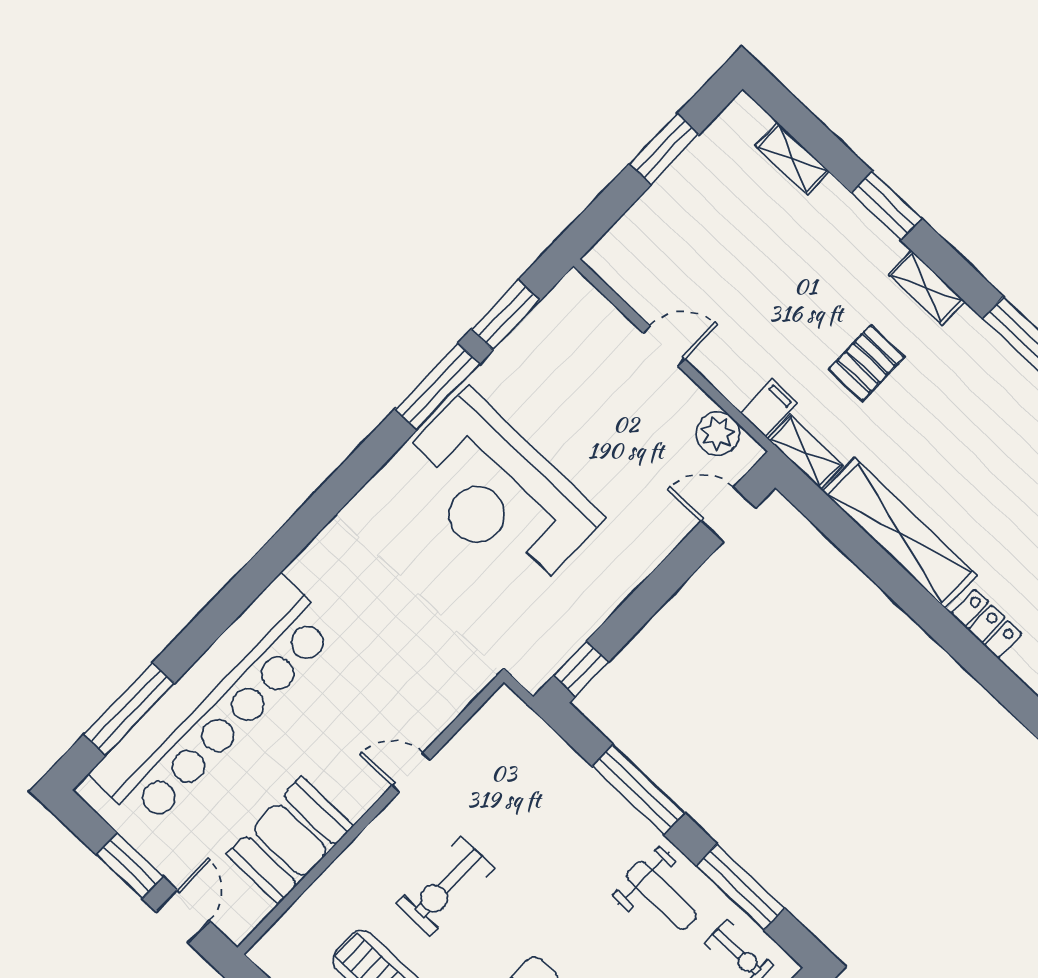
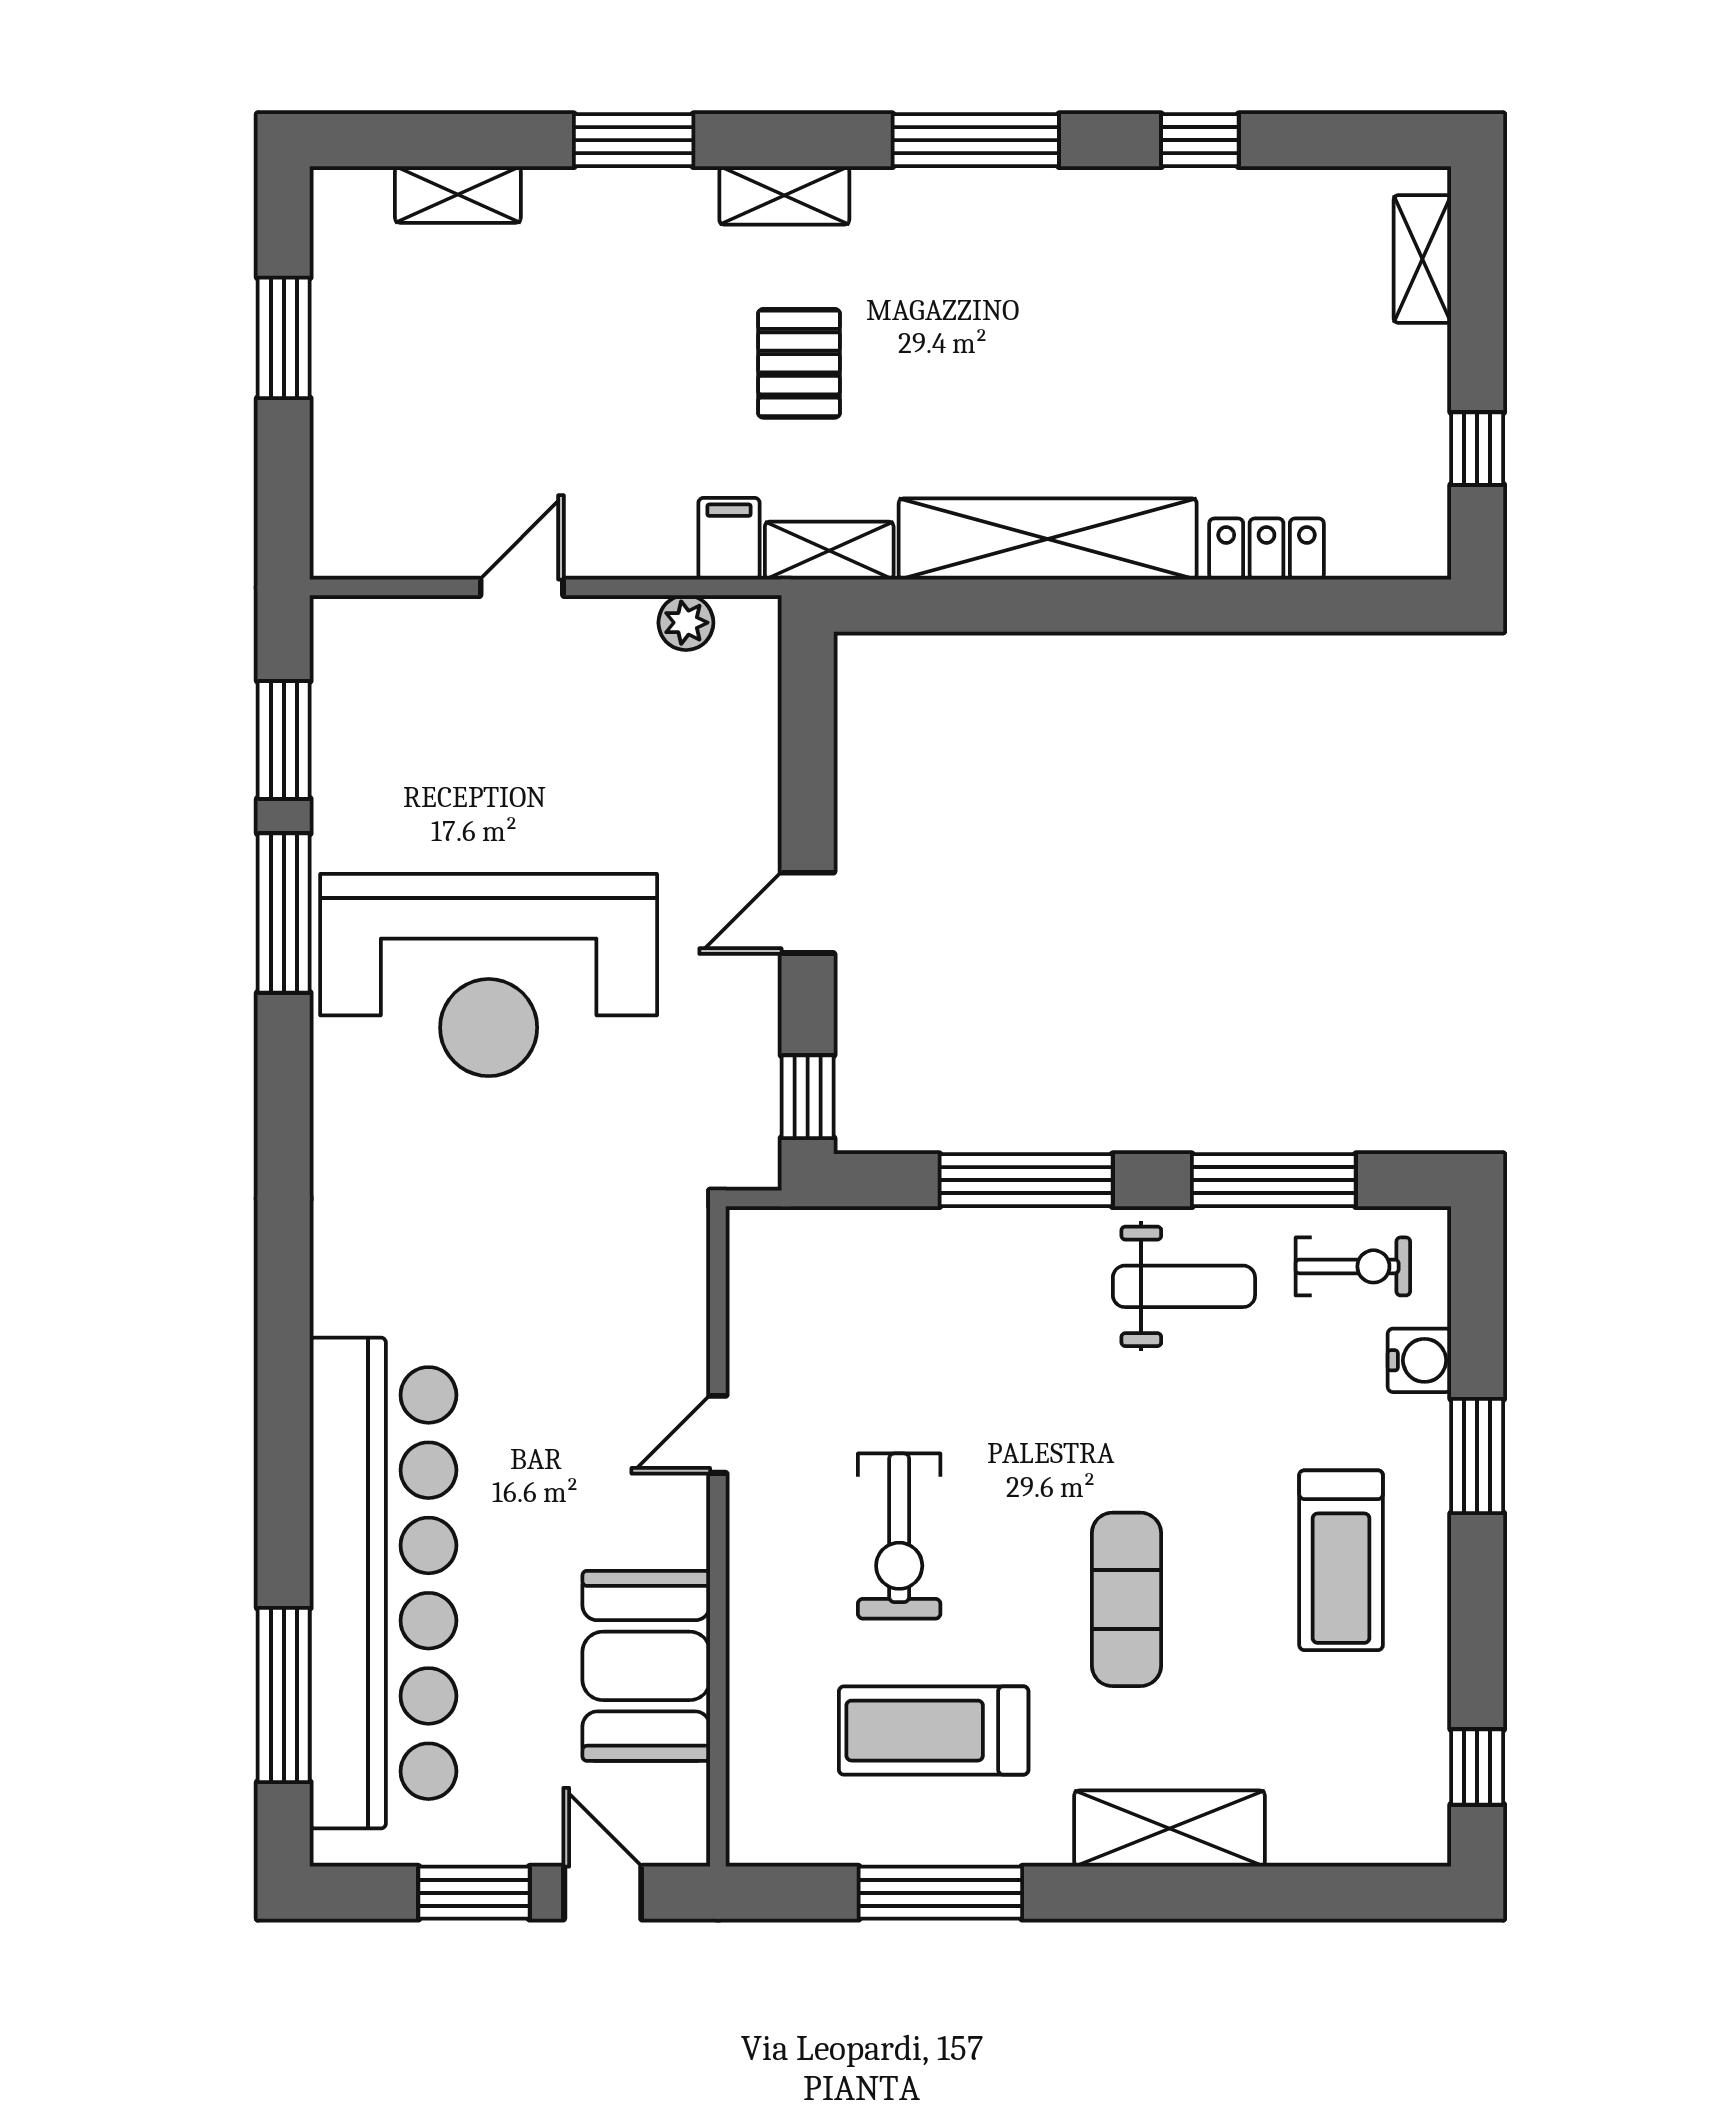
plant: (718, 434) -> (686, 623), width x0.73, depth x0.73
door: (728, 515) -> (808, 913), moved

